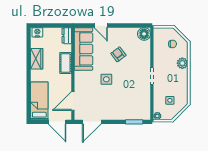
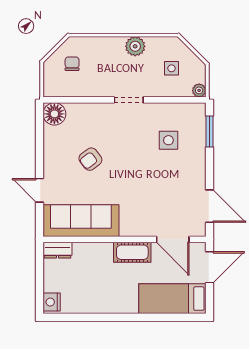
door: (101, 25) -> (40, 190), swing flipped
wardrobe: (37, 59) -> (98, 303), removed
cot: (66, 63) -> (132, 252), moved
plant: (182, 63) -> (135, 46), moved
side table: (106, 79) -> (168, 140), moved

